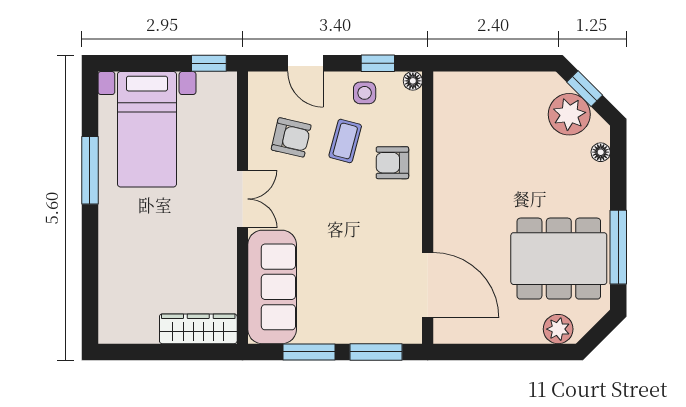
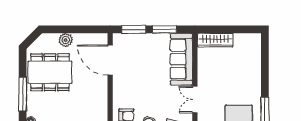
window: (618, 247) -> (23, 94), moved
plant: (558, 329) -> (66, 40), moved

